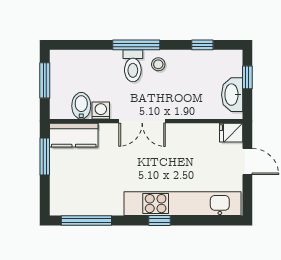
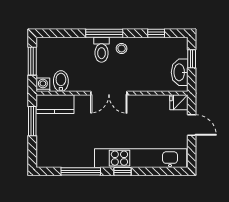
washing machine: (101, 110) -> (43, 85), moved
window: (86, 220) -> (81, 171), moved

